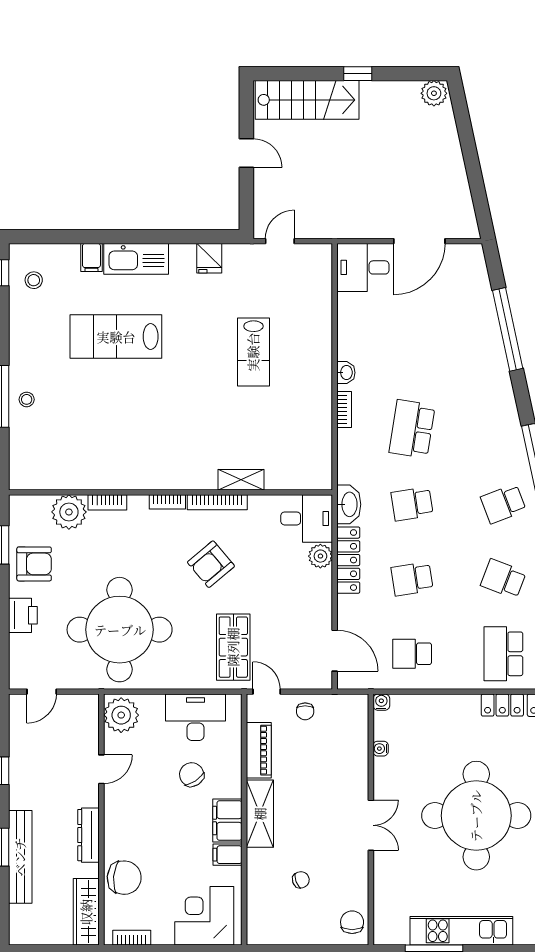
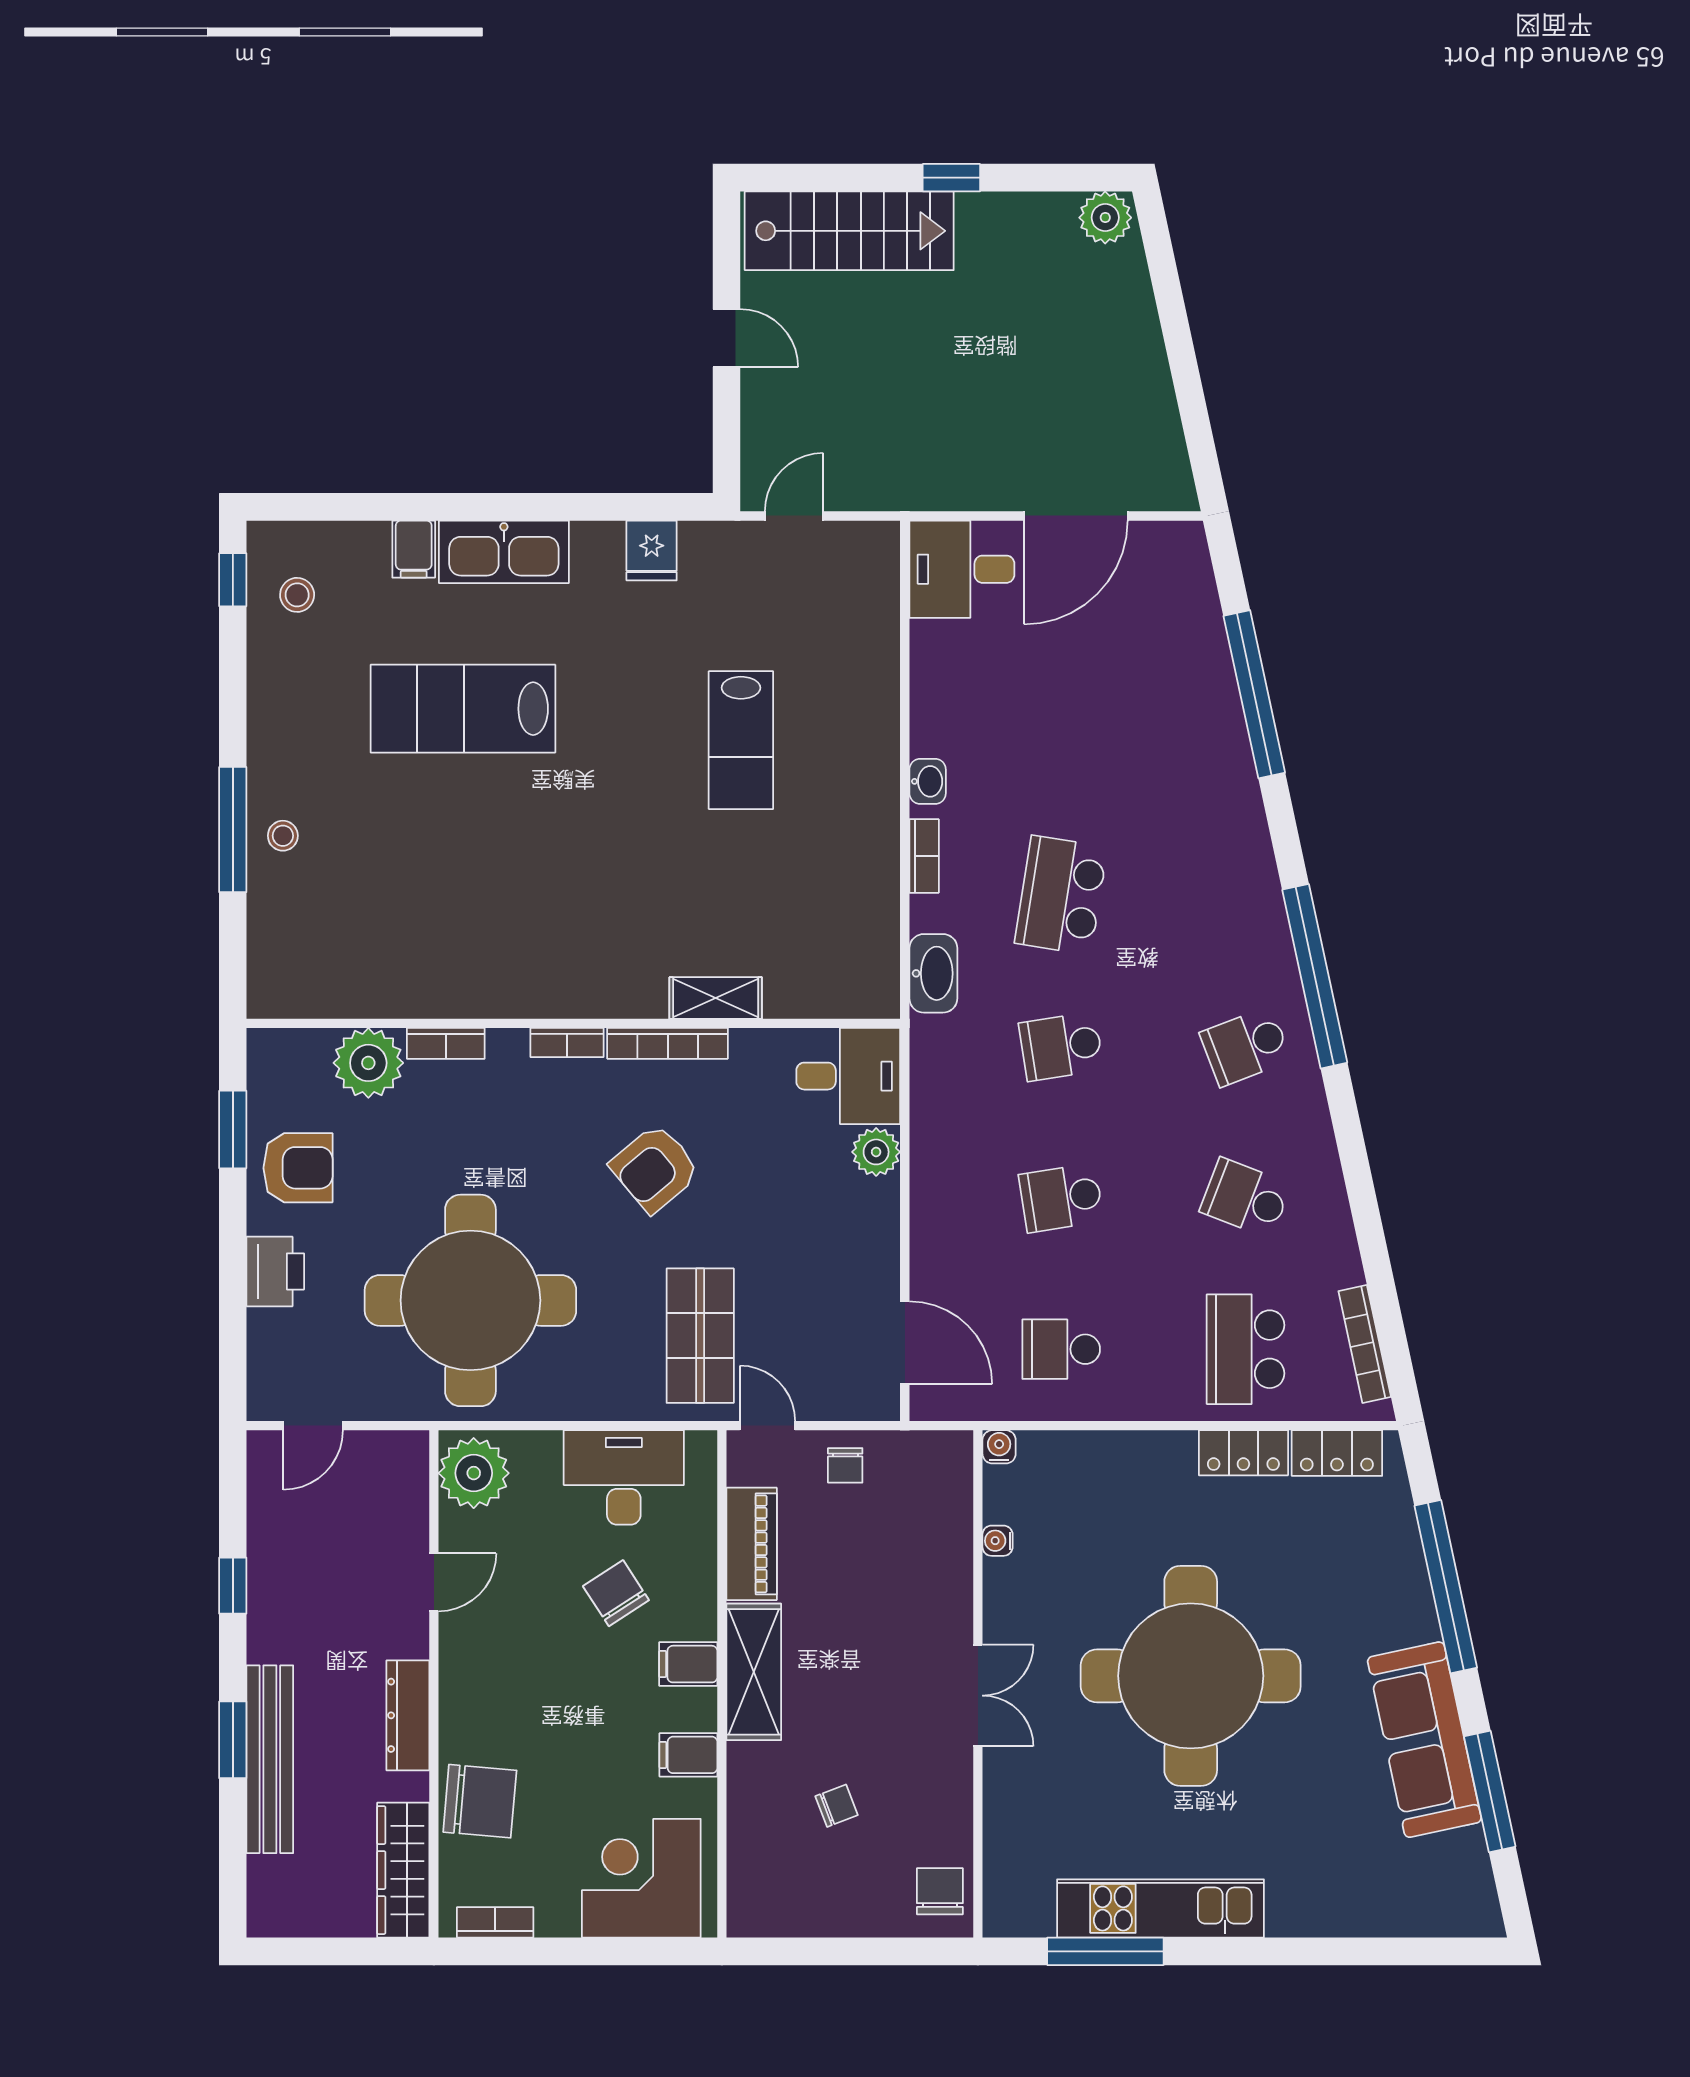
washbasin: (349, 504) -> (933, 973), moved
locker: (348, 560) -> (932, 1160), removed
filing cabinet: (227, 821) -> (688, 1664), width x0.50

